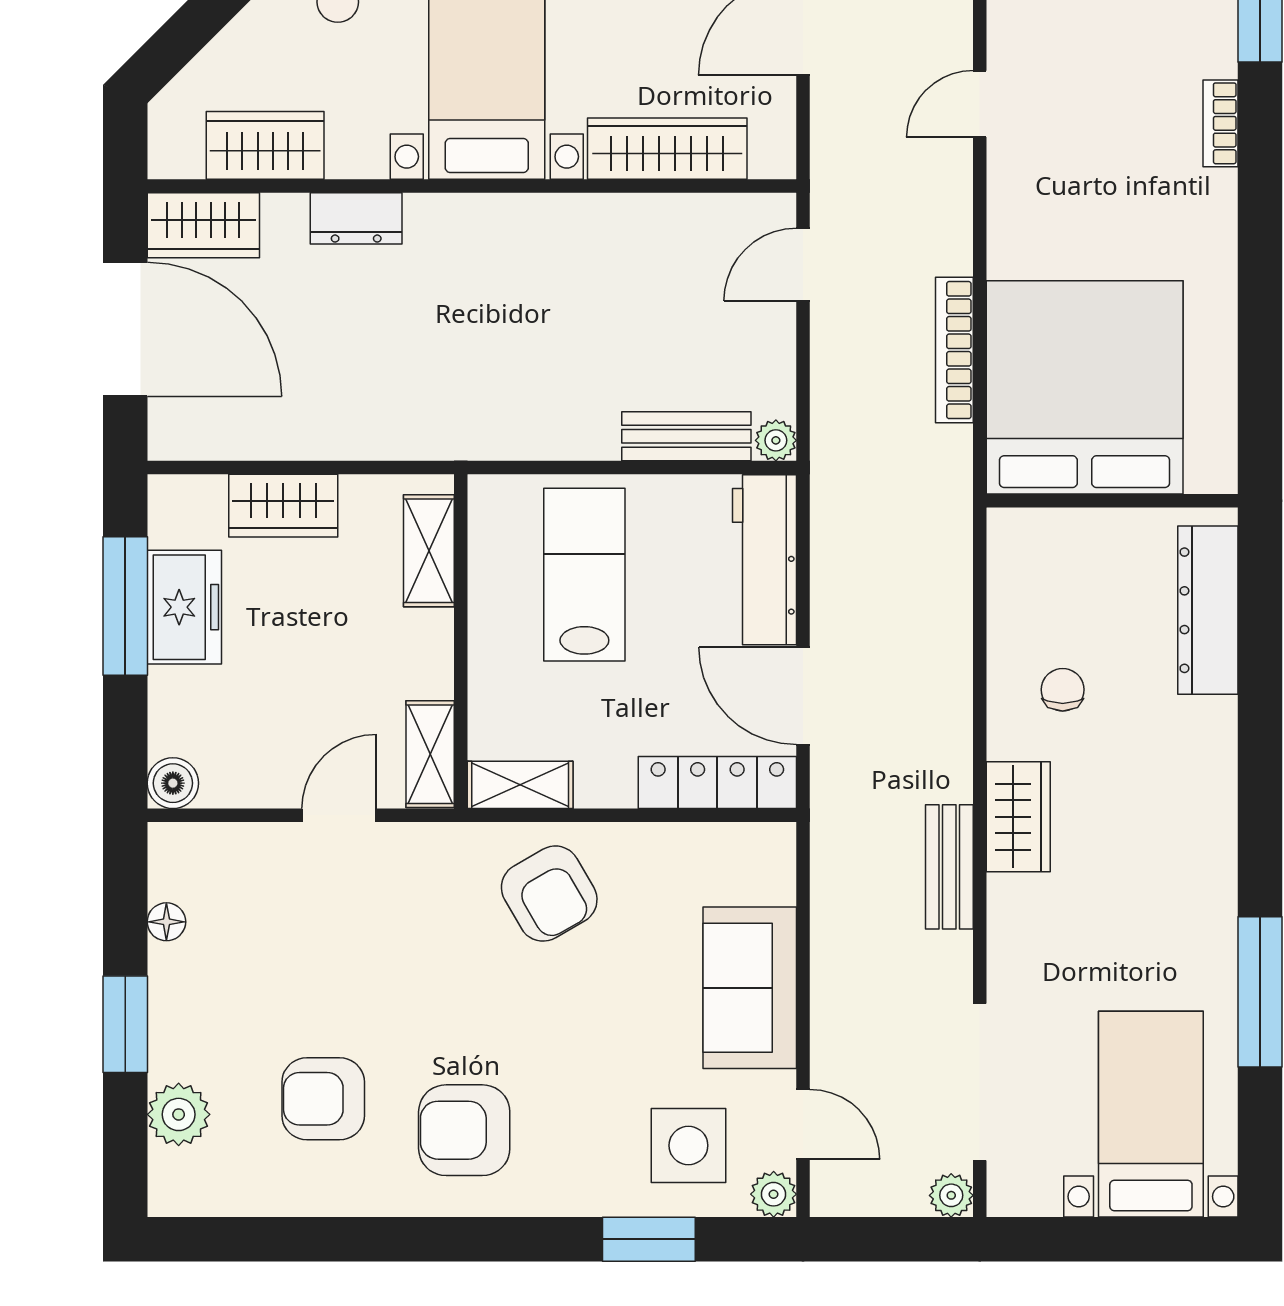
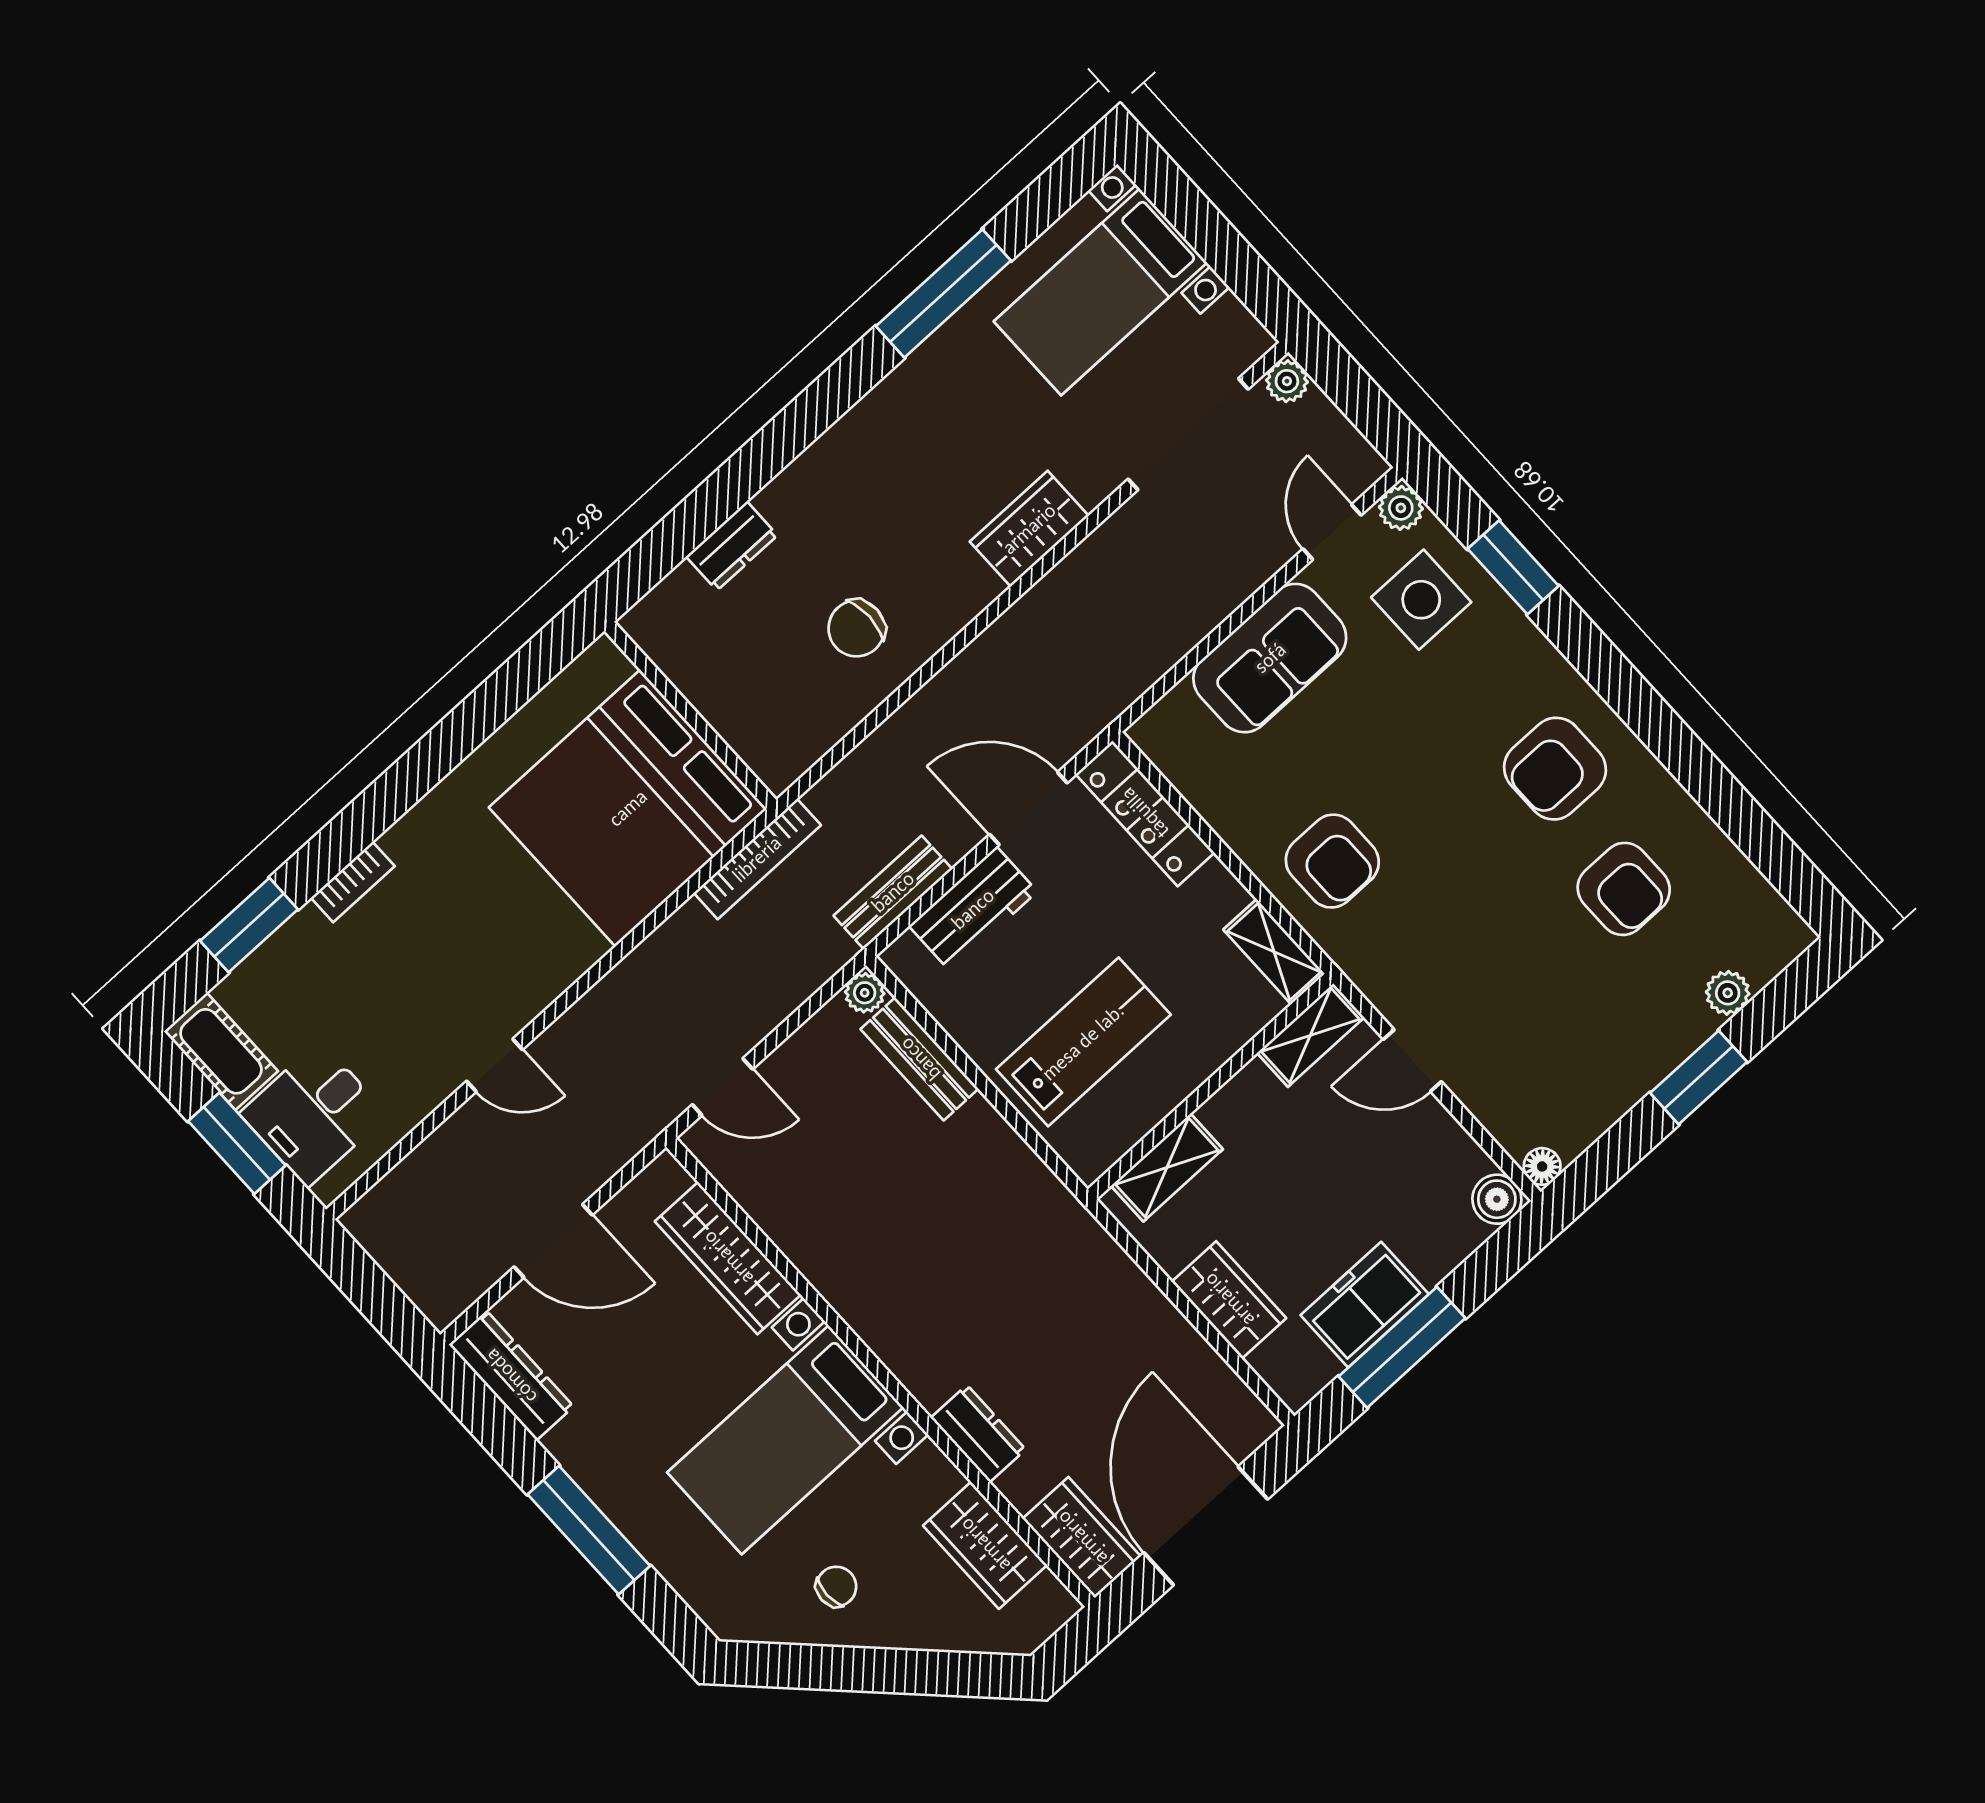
bookcase: (954, 350) -> (757, 859), moved
workbench: (764, 560) -> (973, 909), width x0.73
lab bench: (584, 575) -> (1083, 1042), turned 180
dresser: (1208, 610) -> (732, 546), width x0.51, depth x0.80
chair: (1063, 690) -> (856, 628), width x1.37, depth x1.37
door: (803, 696) -> (1028, 809), swing flipped
wardrobe: (1018, 817) -> (1029, 529), moved
bench: (949, 867) -> (893, 892), moved
armchair: (549, 894) -> (1332, 861), turned 120
floor lamp: (166, 922) -> (1542, 1166), moved
plant: (179, 1114) -> (1728, 993), width x0.73, depth x0.73
armchair: (464, 1130) -> (1555, 769), turned 90

